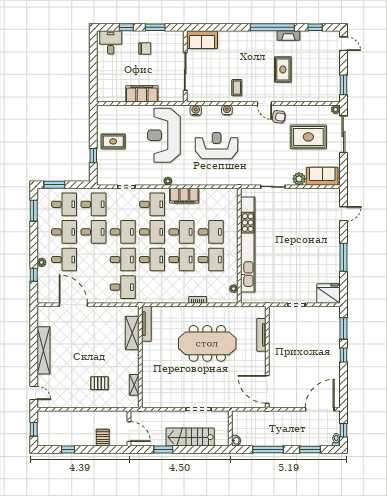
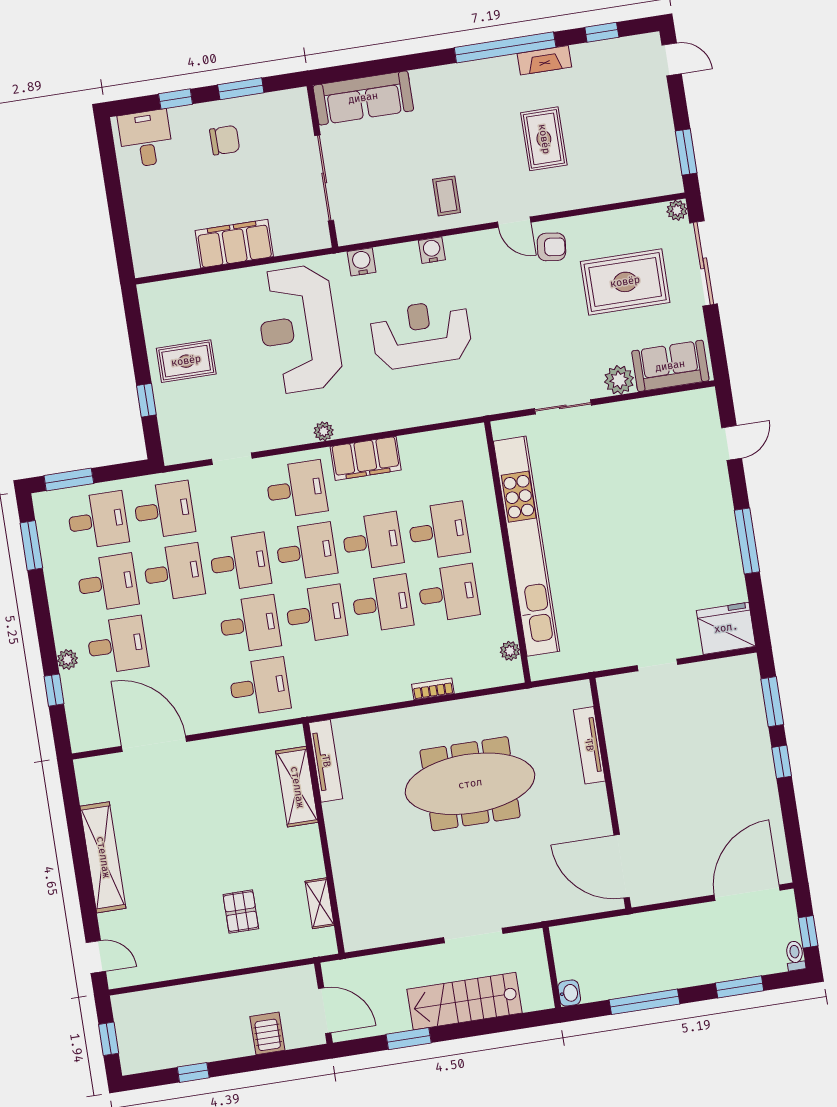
sofa: (202, 40) -> (363, 98), width x1.36
pallet: (99, 383) -> (241, 912), turned 90

